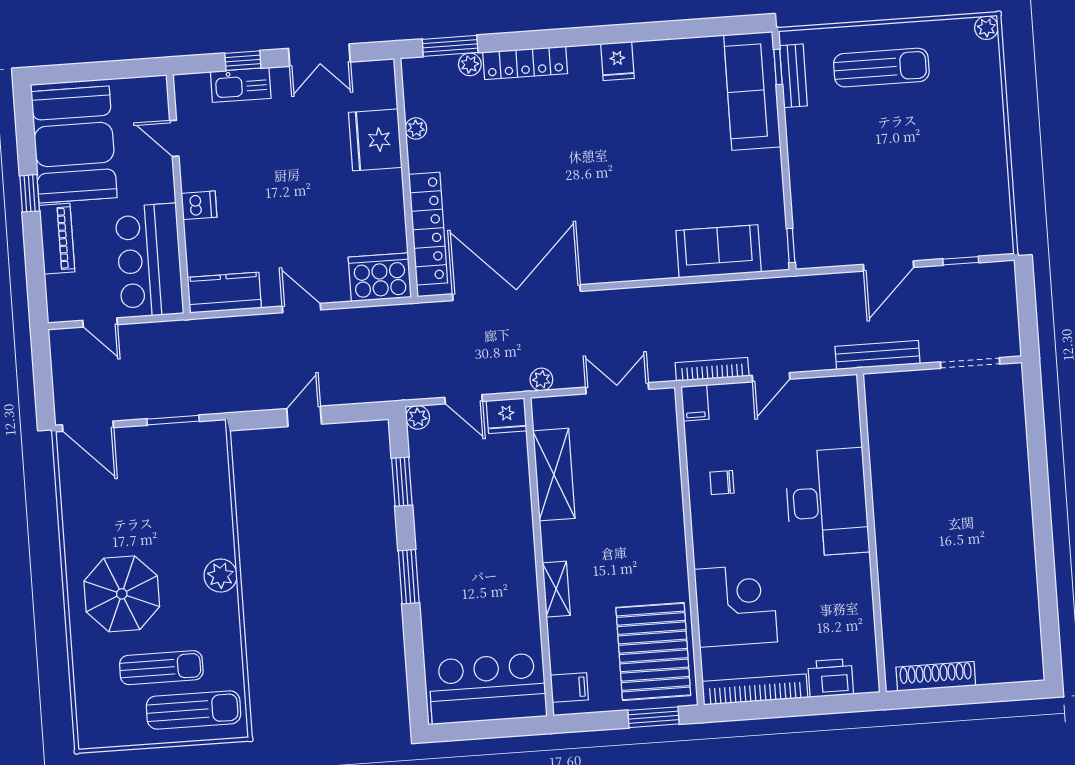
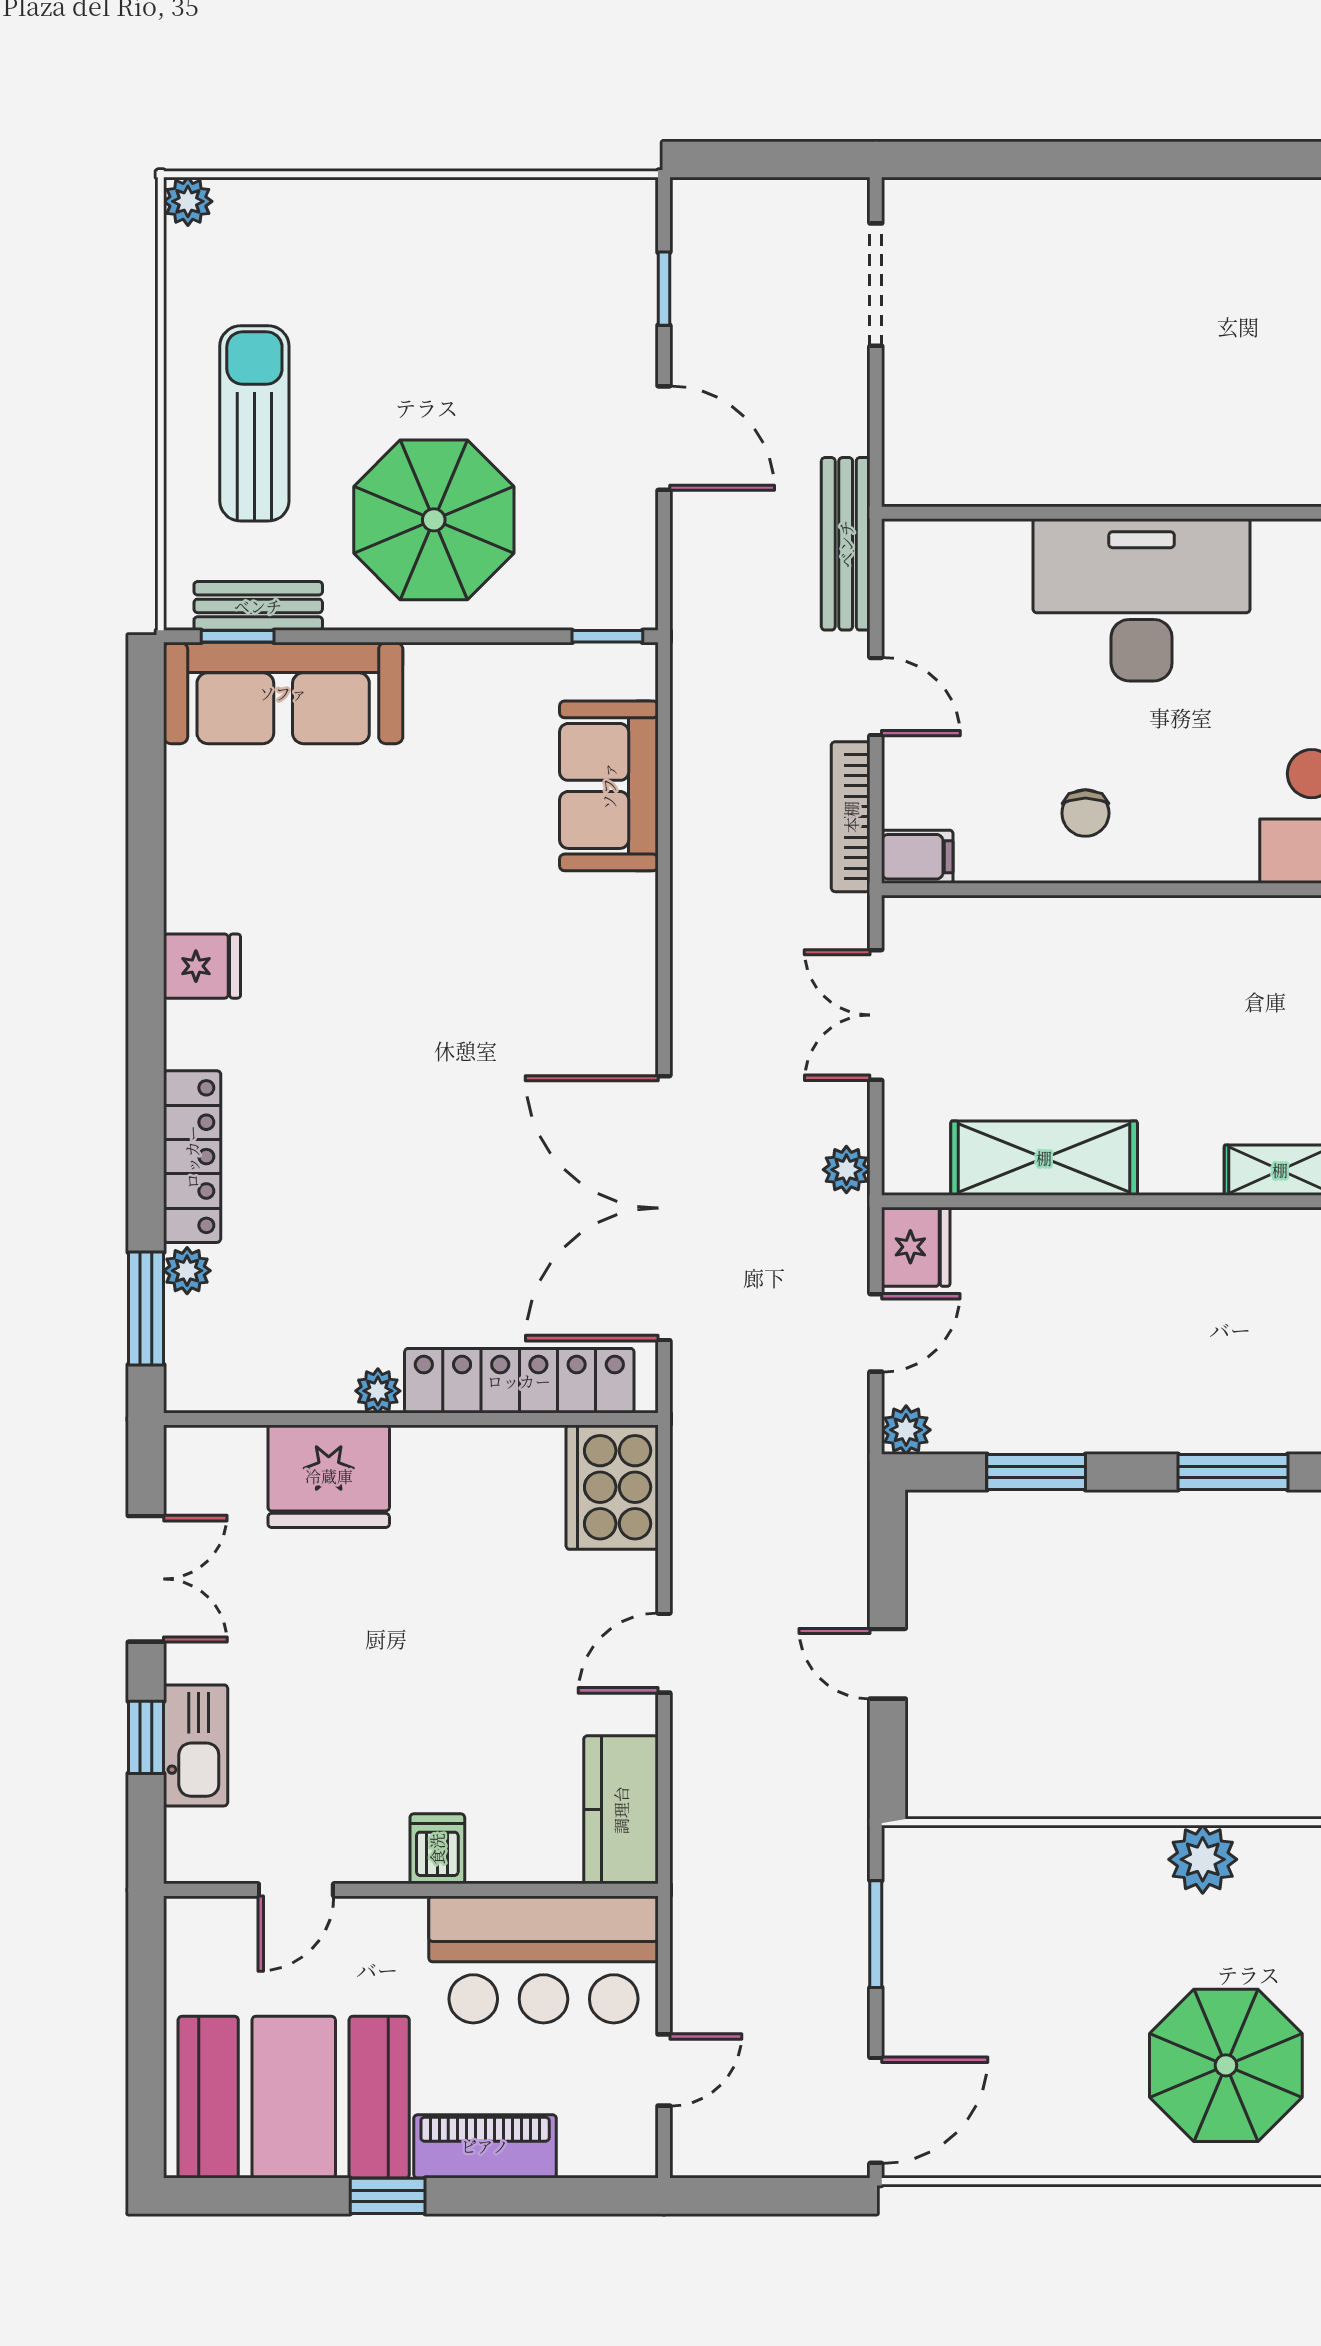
plant: (416, 128) -> (378, 1391), moved
parasol: (841, 158) -> (434, 520), added
bench: (878, 355) -> (846, 544), moved

